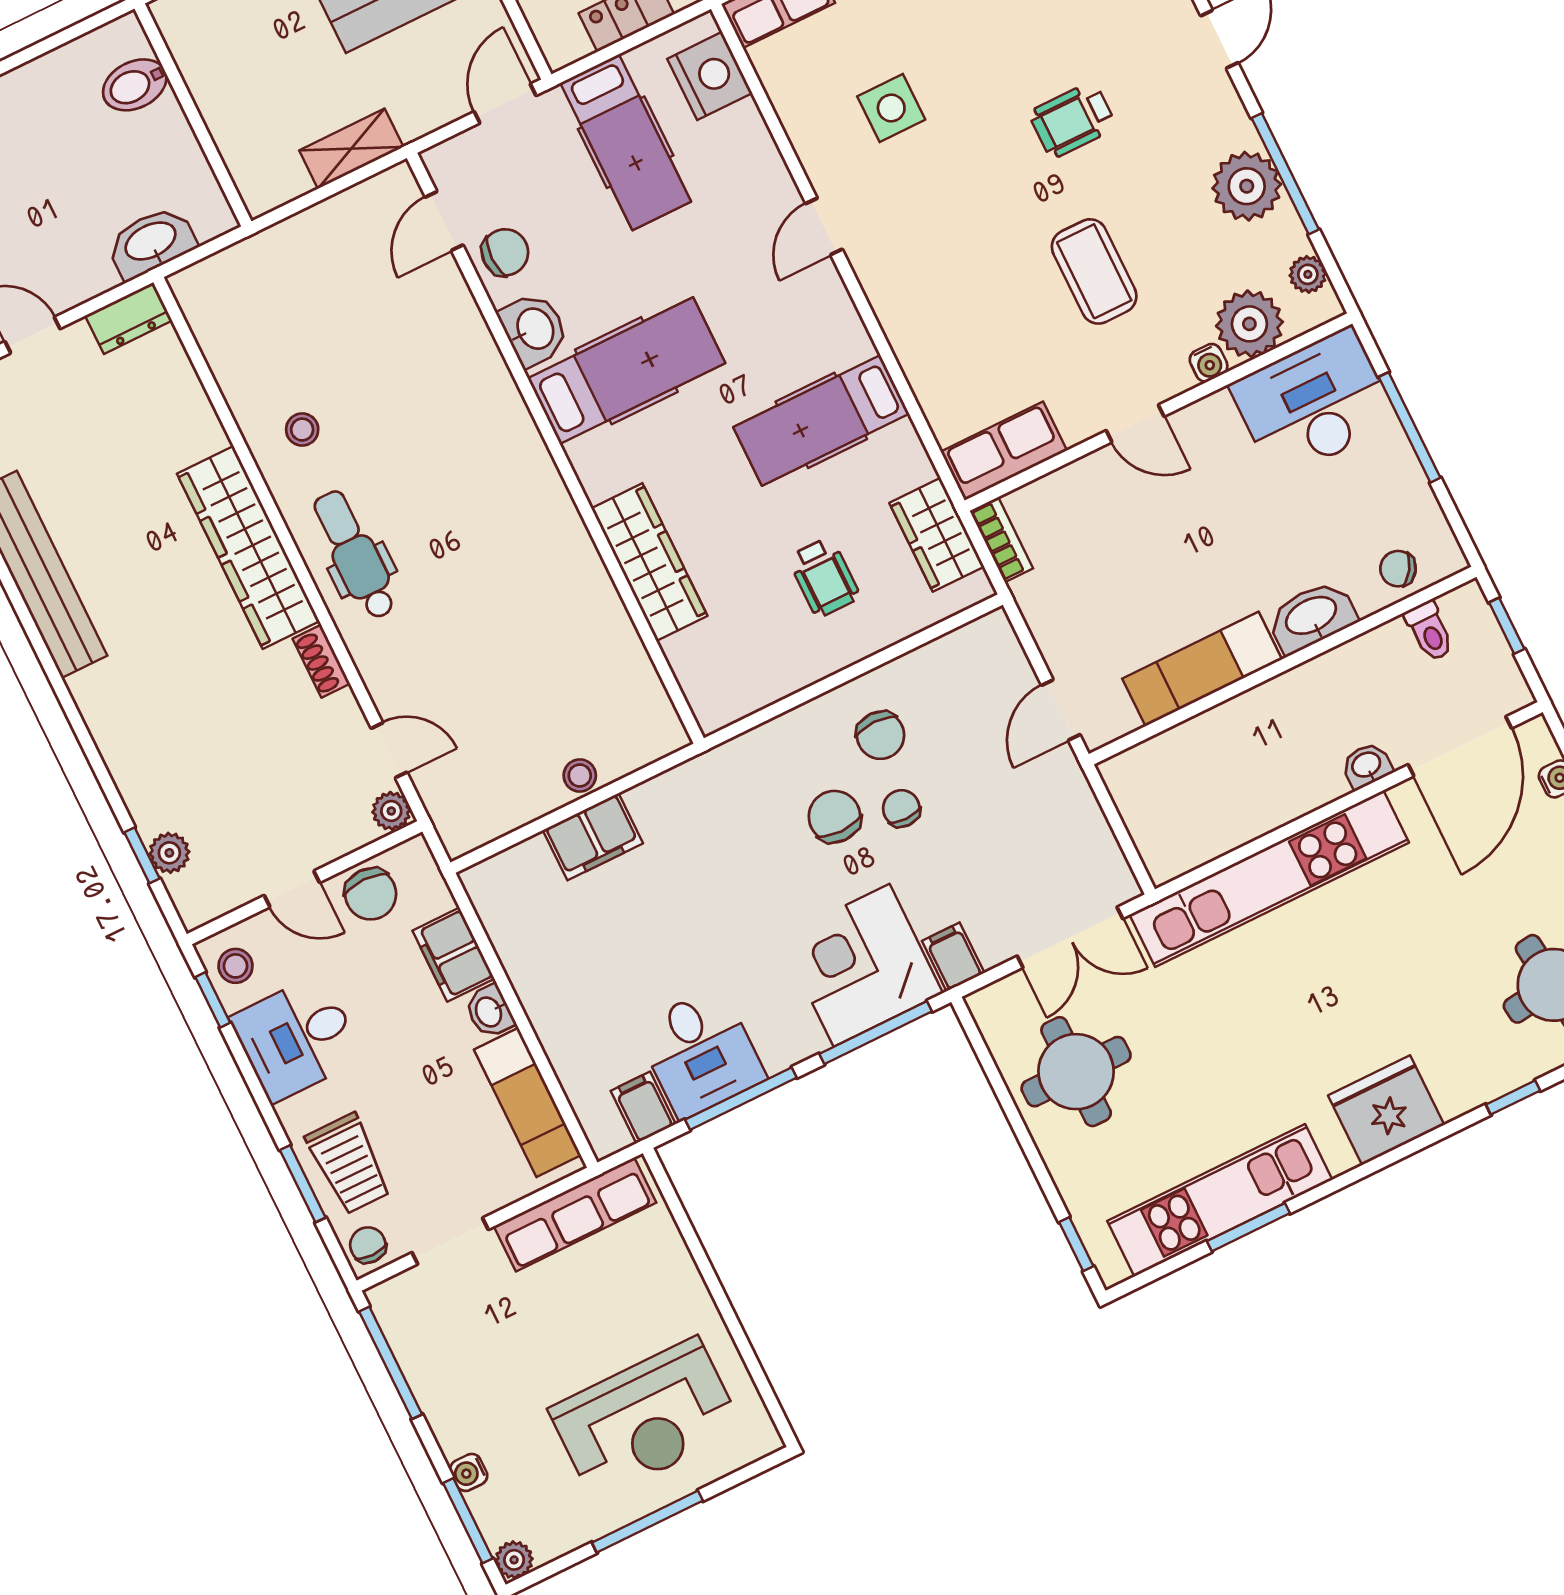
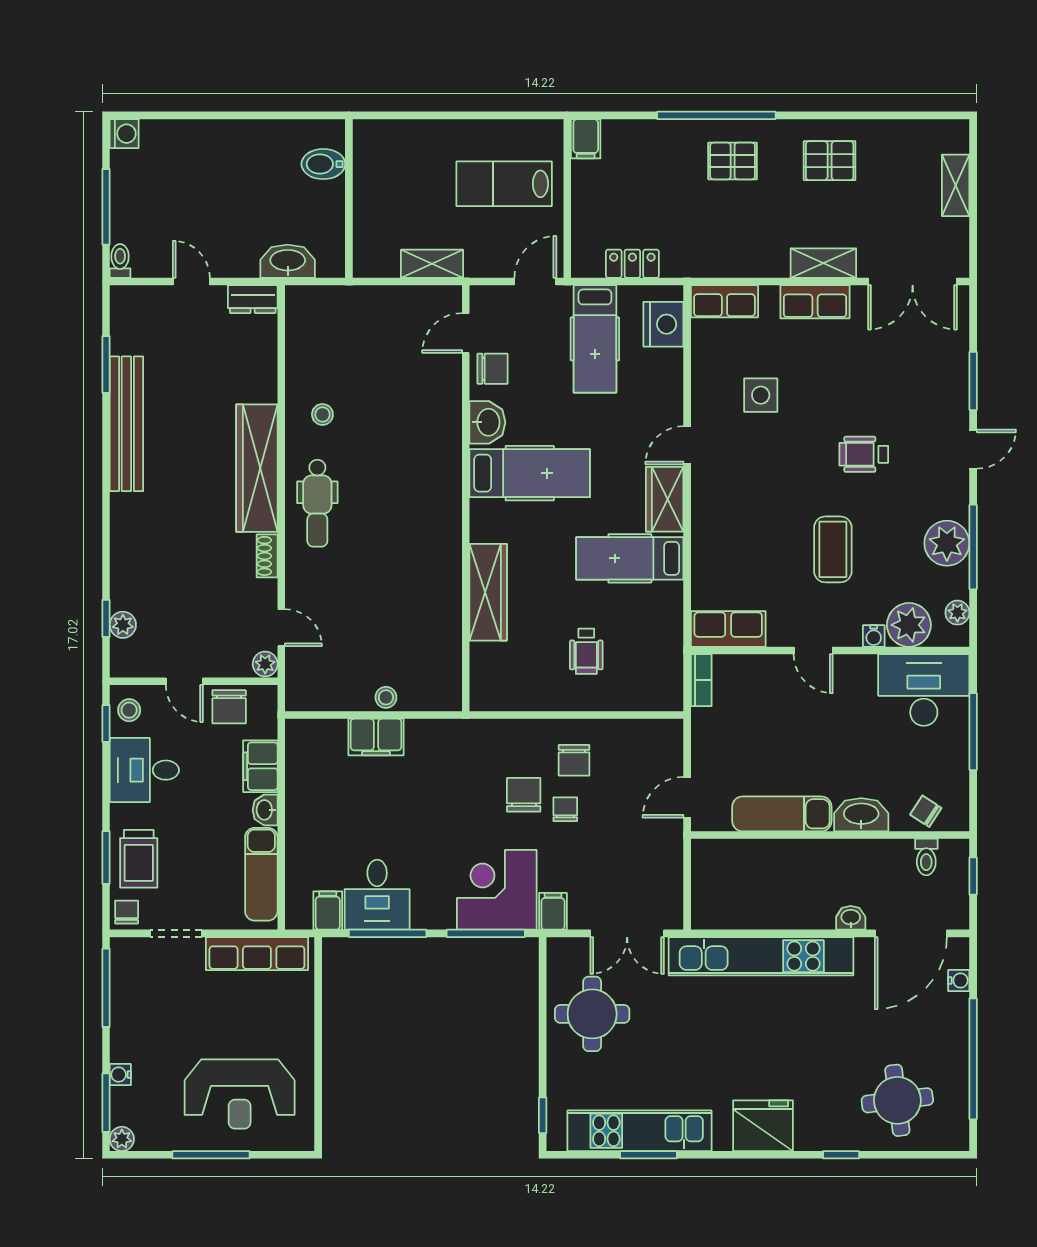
wardrobe: (937, 535) -> (665, 499), moved
dental chair: (355, 555) -> (317, 503), turned 180

